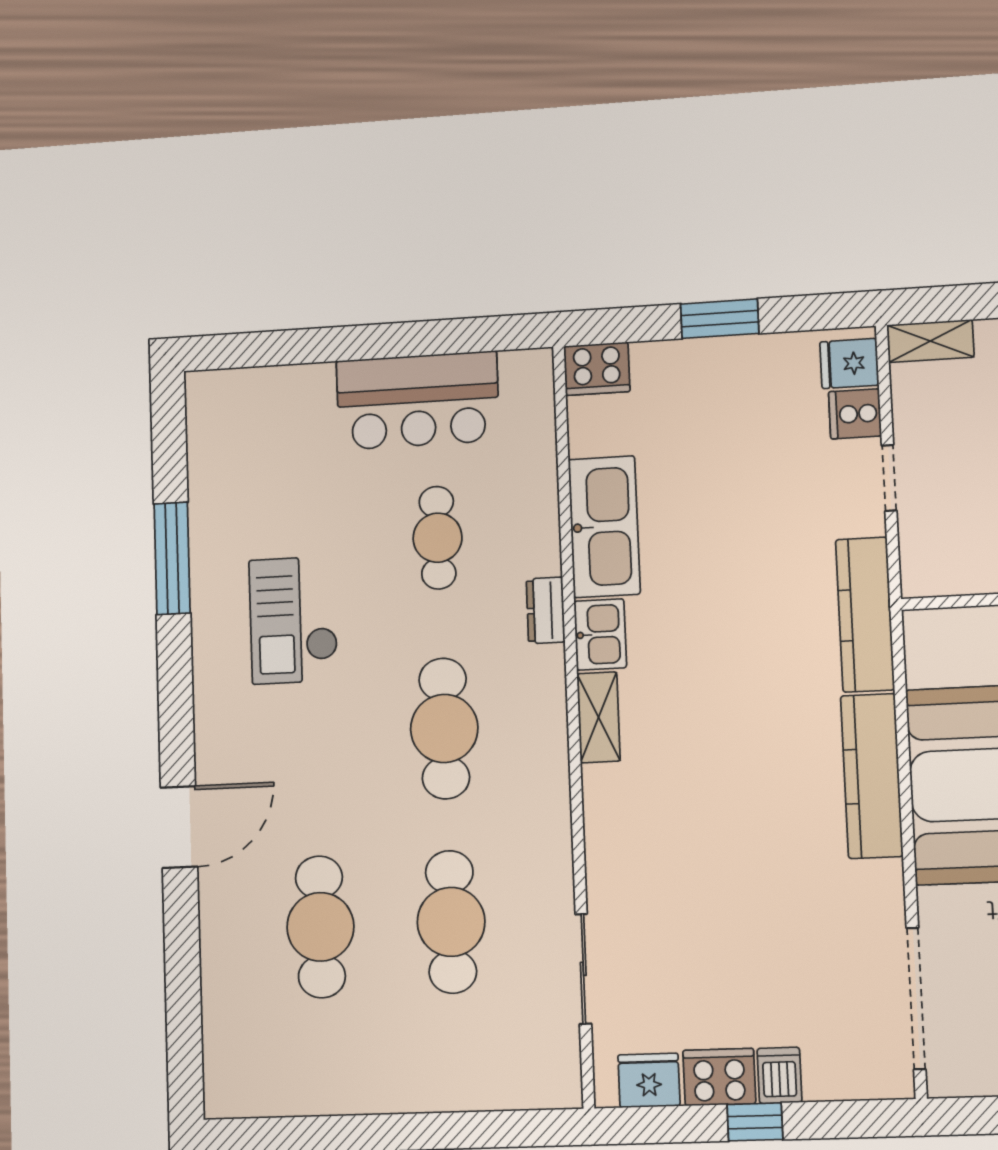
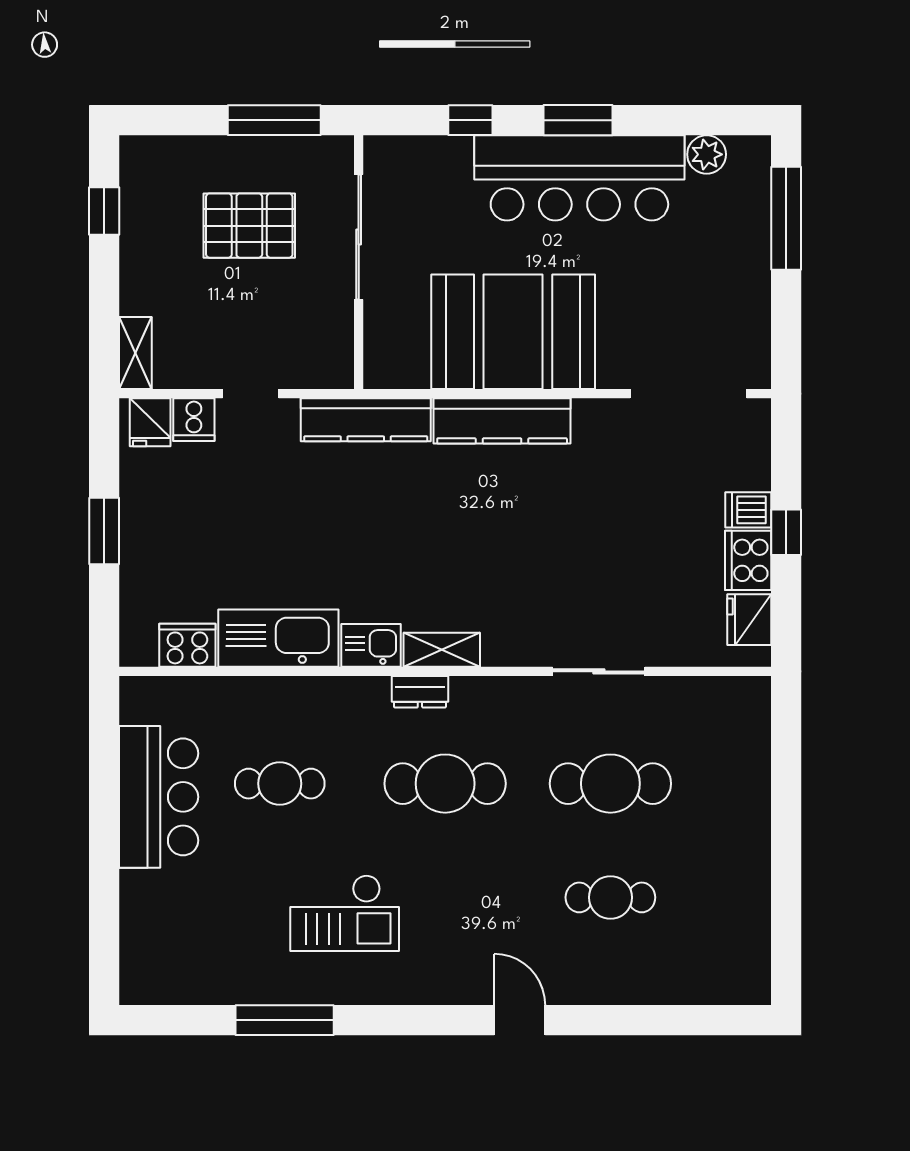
cooker: (597, 369) -> (187, 645), moved, turned -90
dresser: (546, 610) -> (420, 692), moved
door: (179, 827) -> (520, 1020), width x0.73
cafe table: (320, 927) -> (610, 897), width x0.73, depth x0.74
sliding door: (583, 969) -> (599, 671), moved

